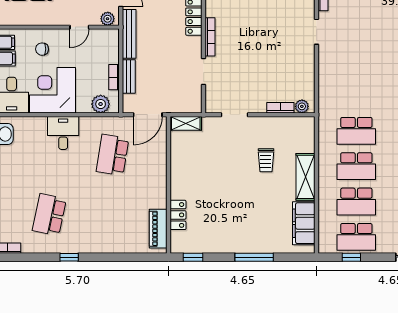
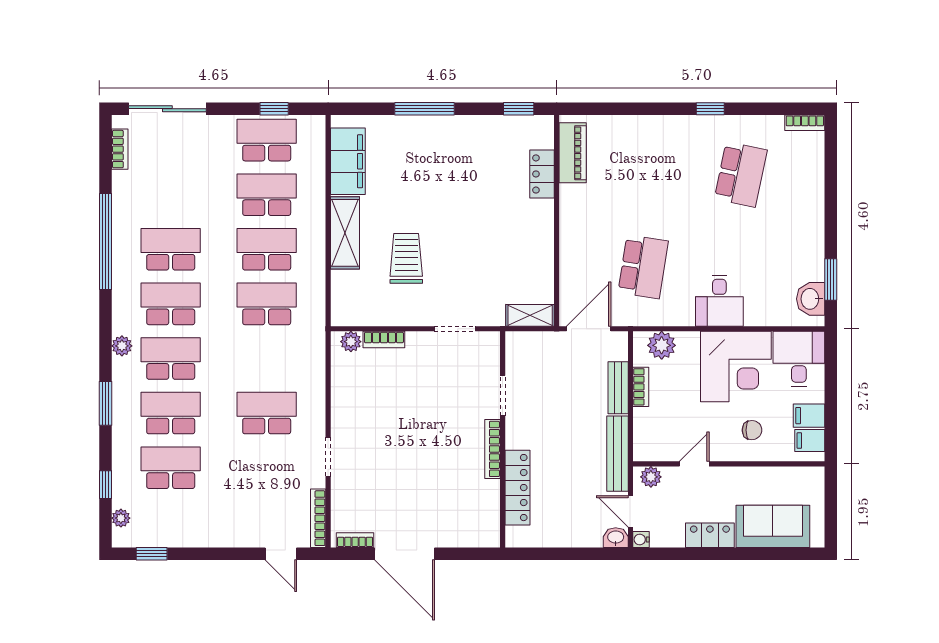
school desk: (356, 60) -> (267, 413), added
trolley: (266, 160) -> (406, 258), width x1.36, depth x1.39

